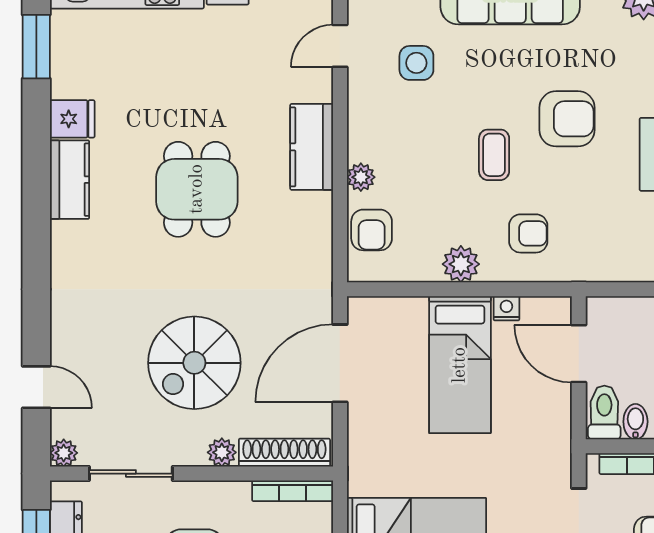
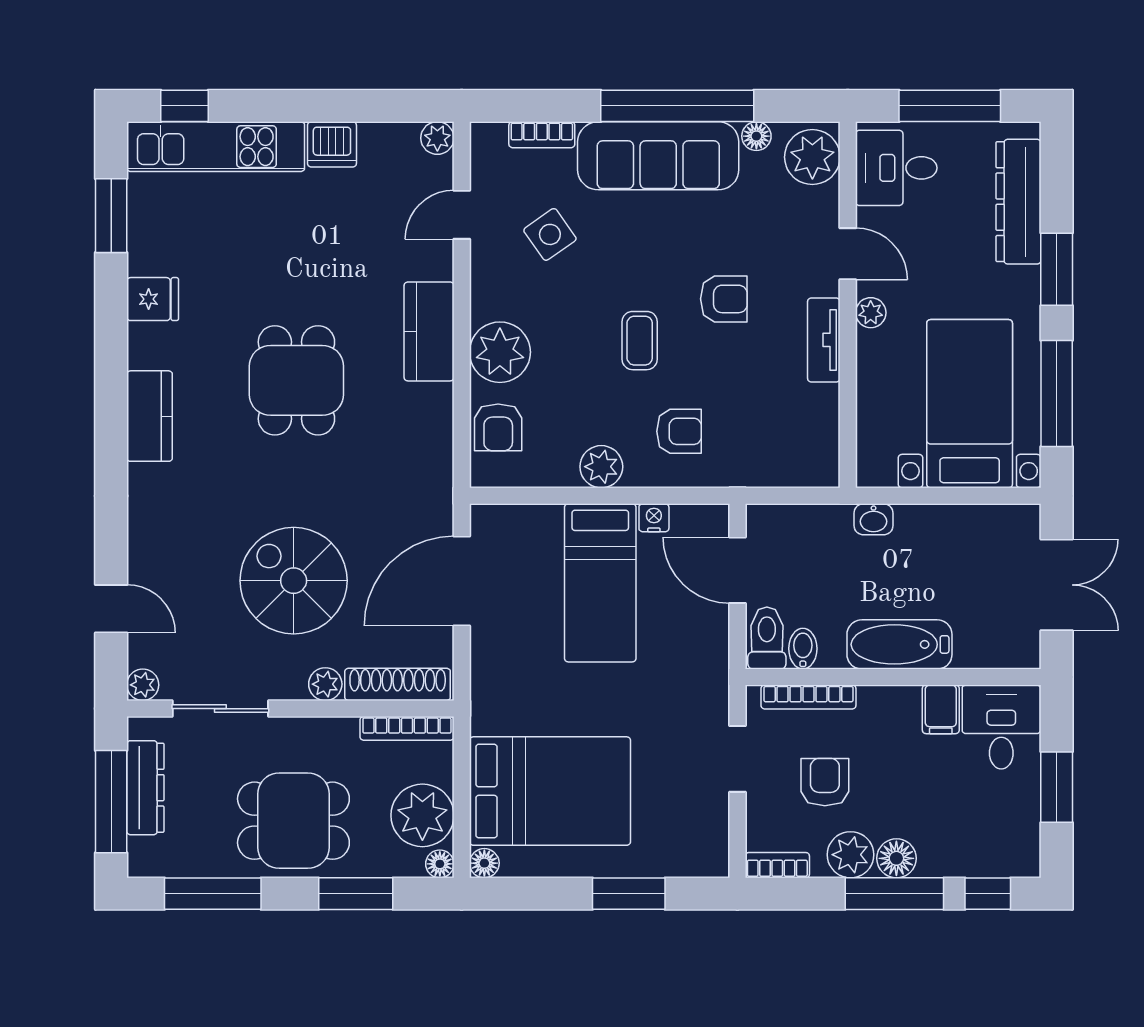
side table: (416, 63) -> (550, 234), turned -35
armchair: (567, 119) -> (724, 299), width x0.72, depth x0.72
plant: (361, 177) -> (500, 352), width x1.87, depth x1.87
kitchen counter: (70, 180) -> (150, 416), moved
spiral stairs: (194, 363) -> (294, 581), turned 90

